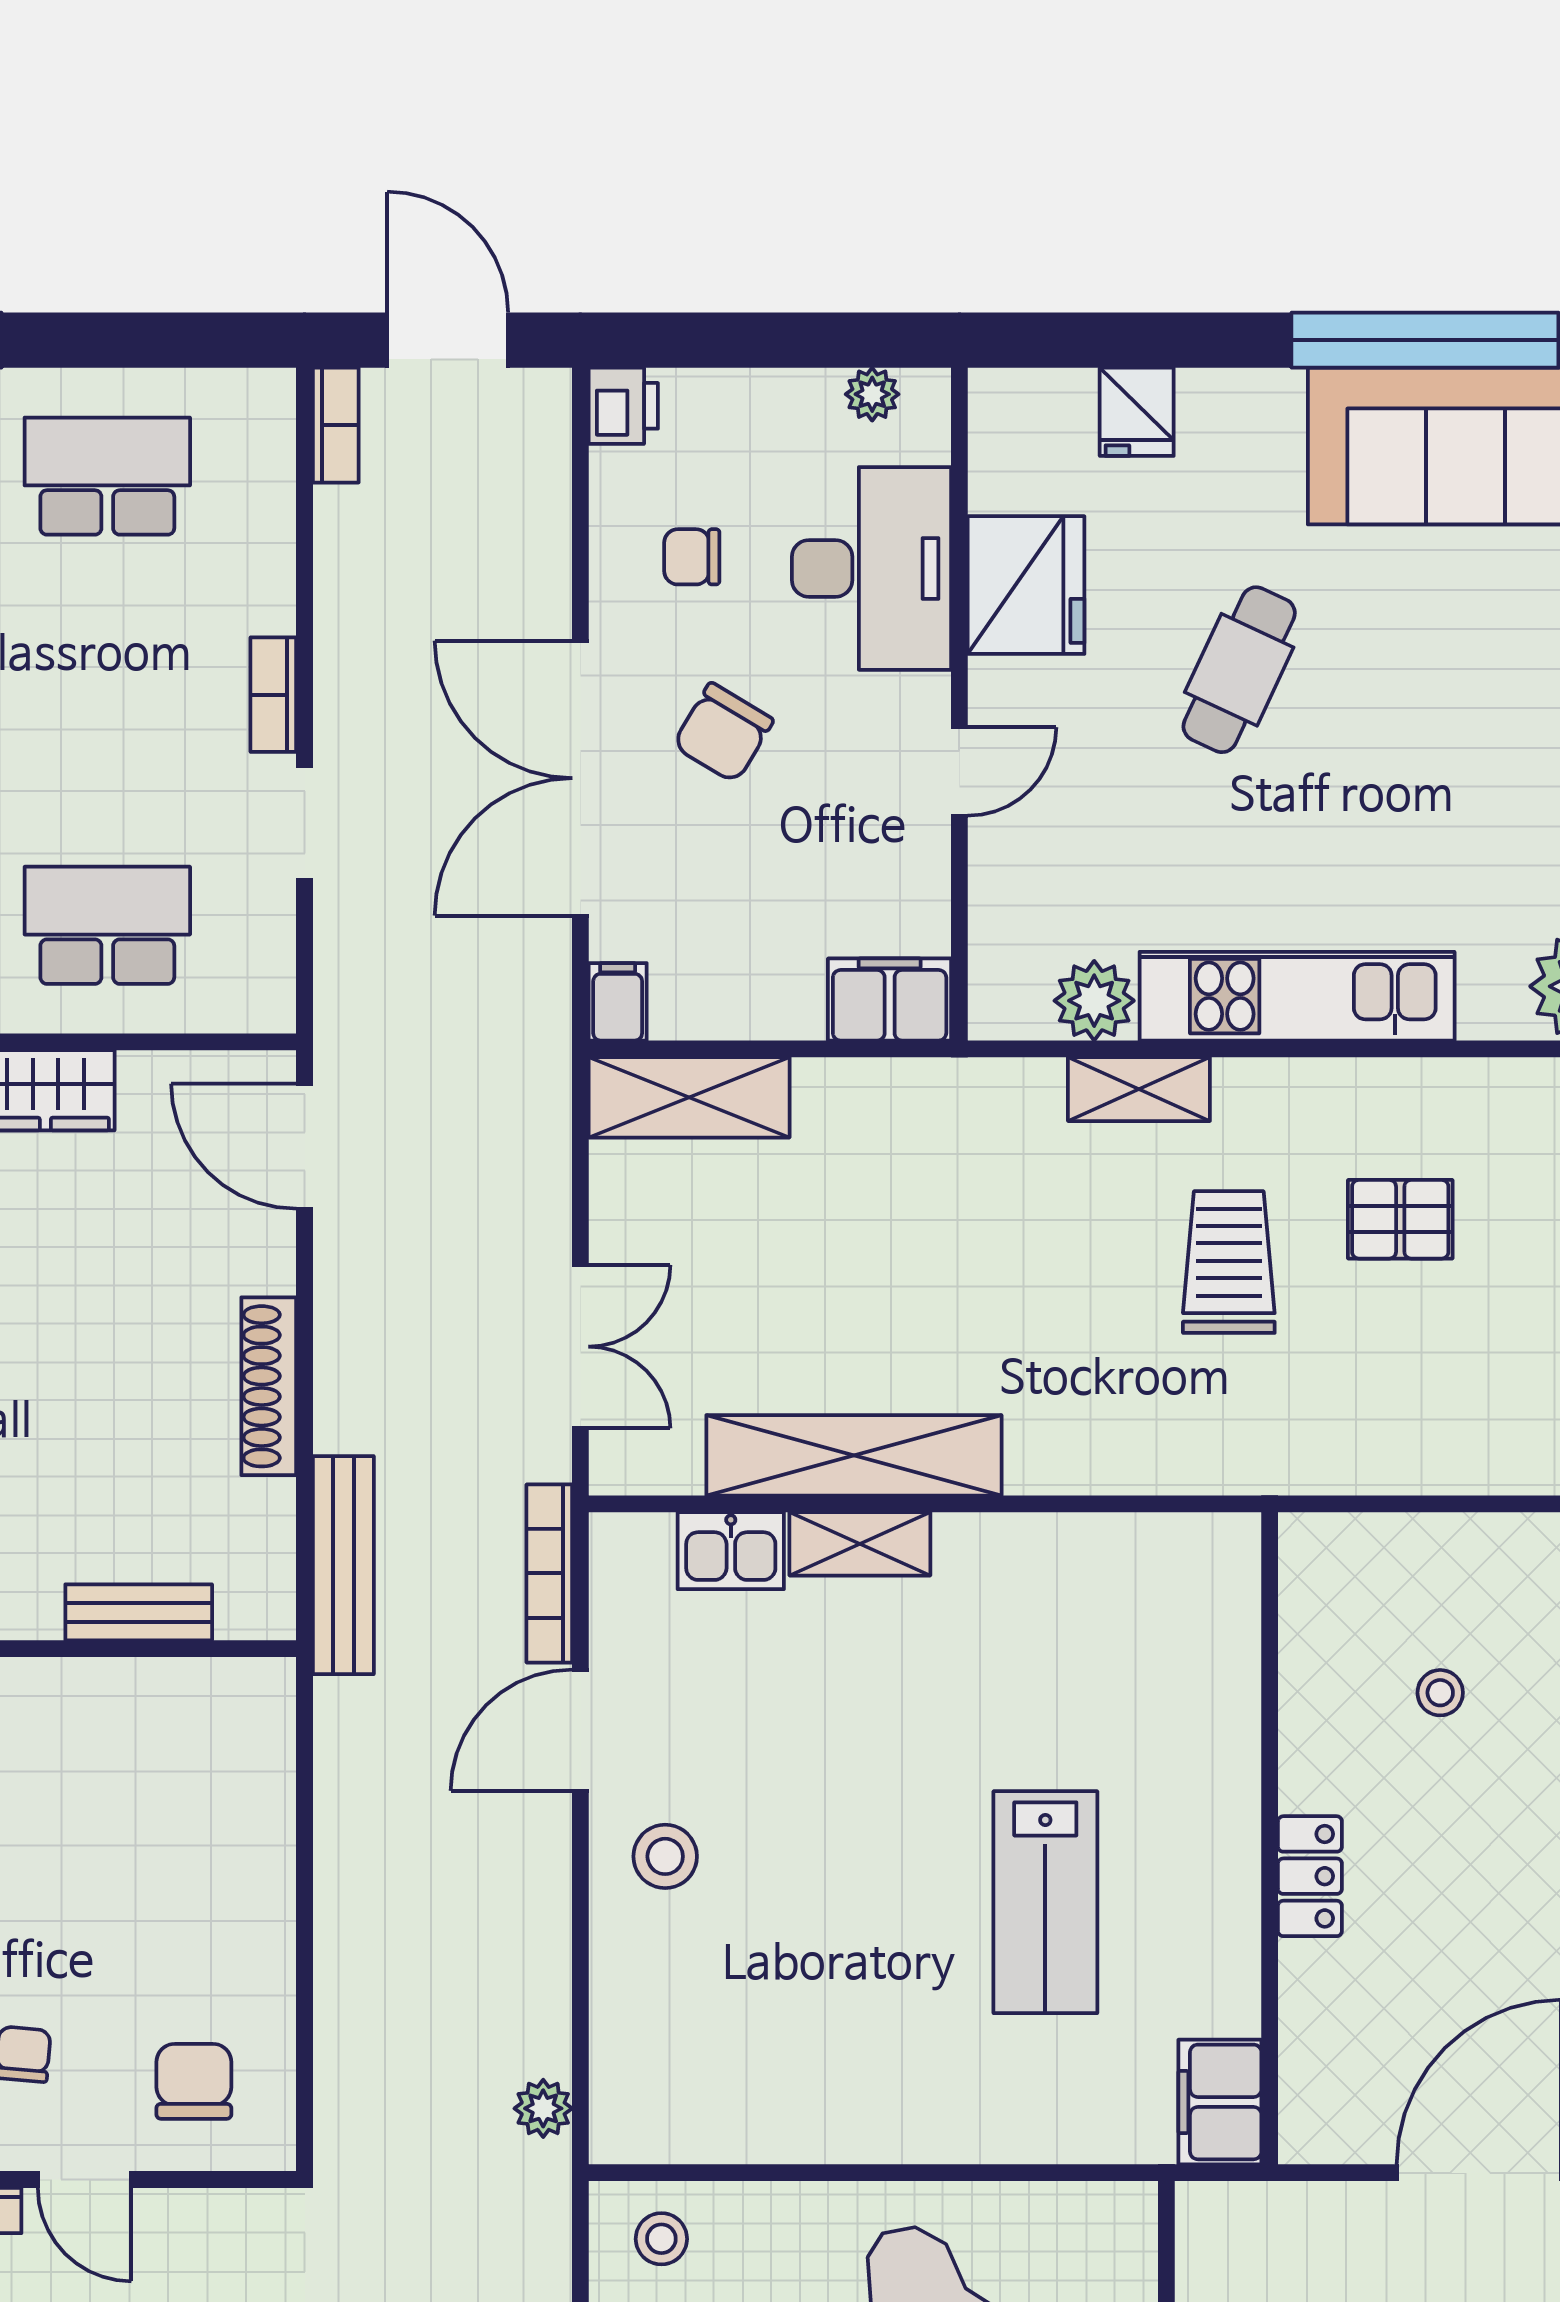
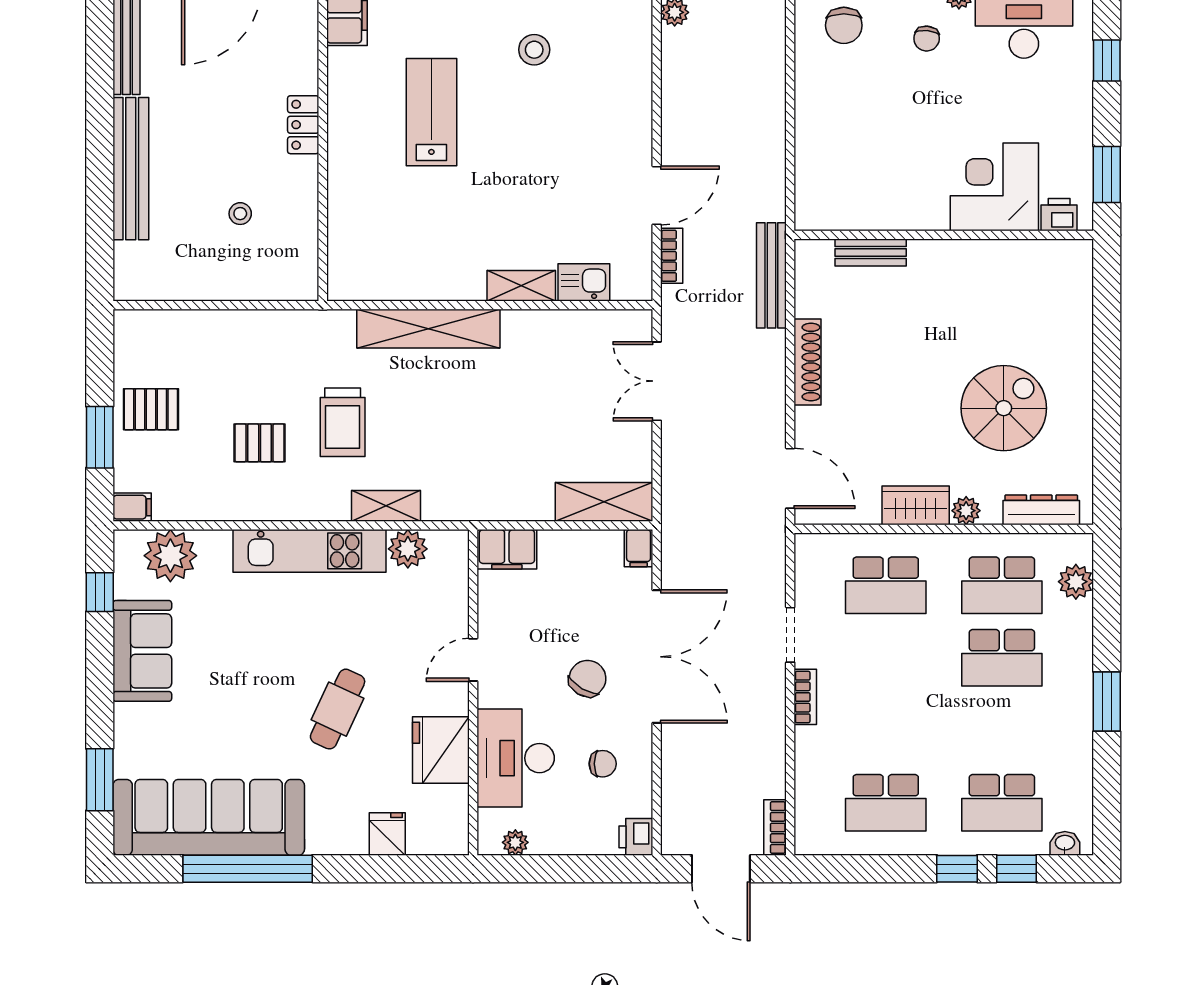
shelving: (854, 1455) -> (428, 329), moved
bookcase: (549, 1573) -> (672, 256), width x0.64
stool: (665, 1856) -> (534, 50), moved

